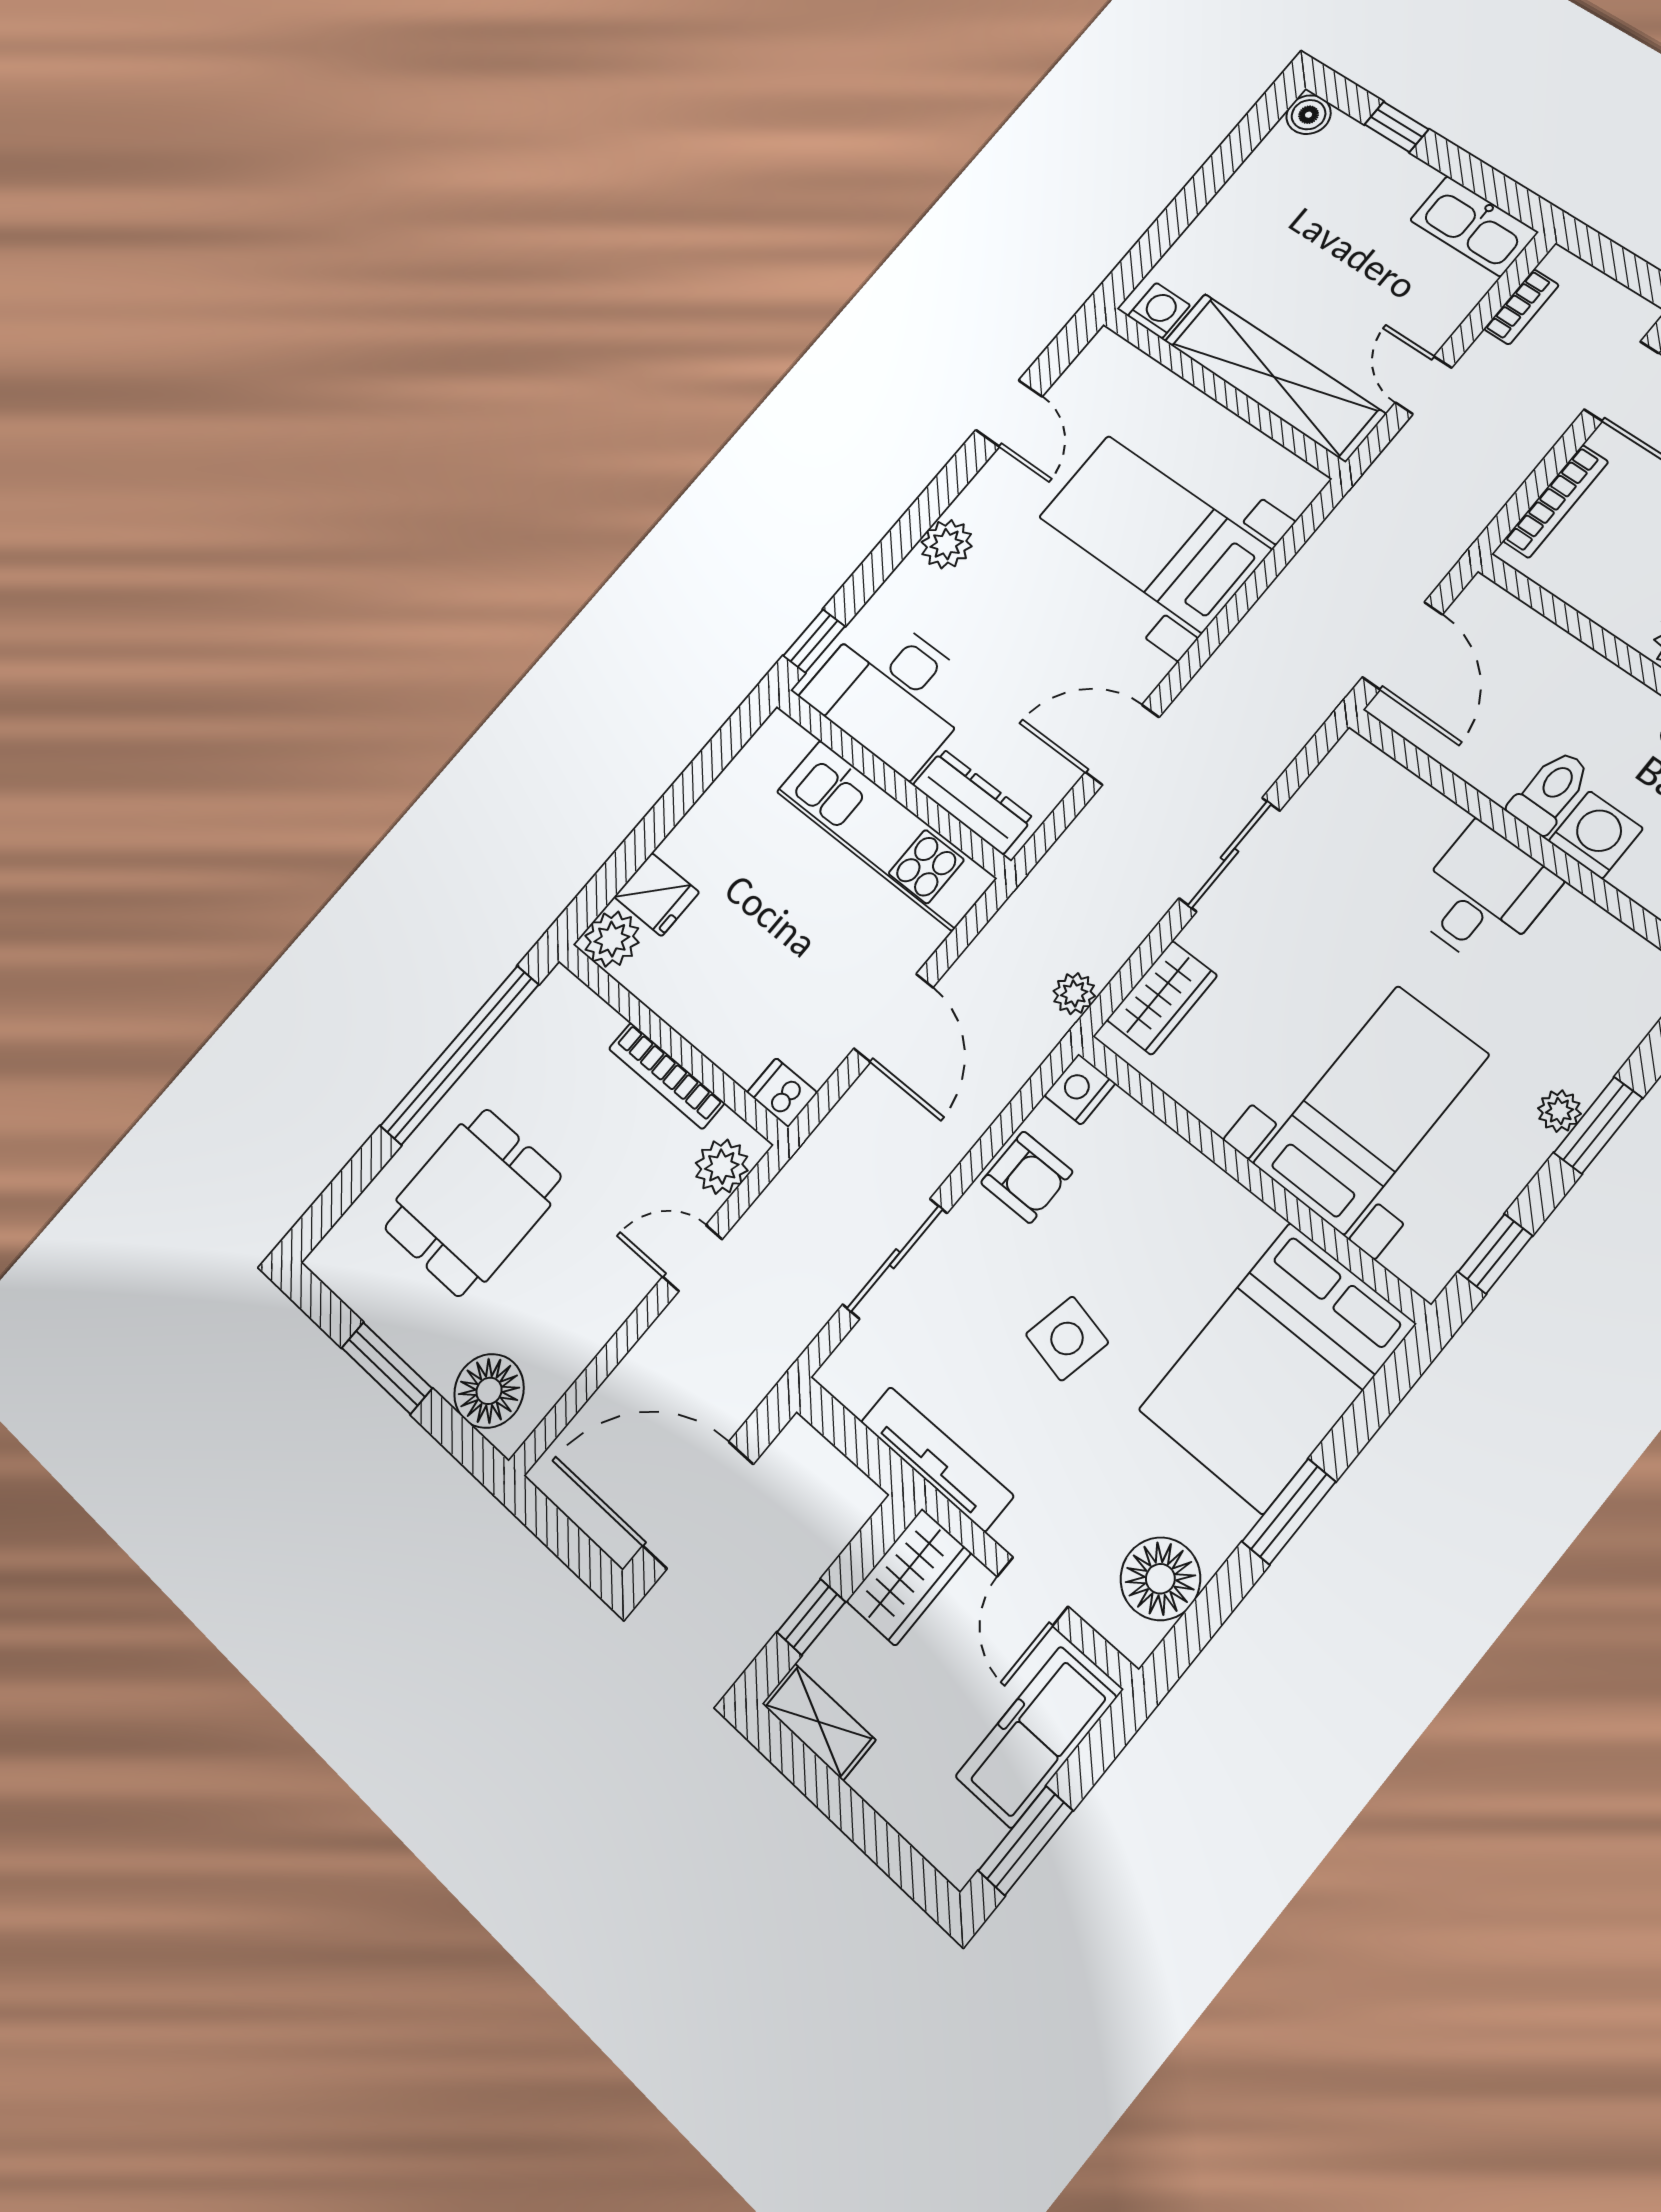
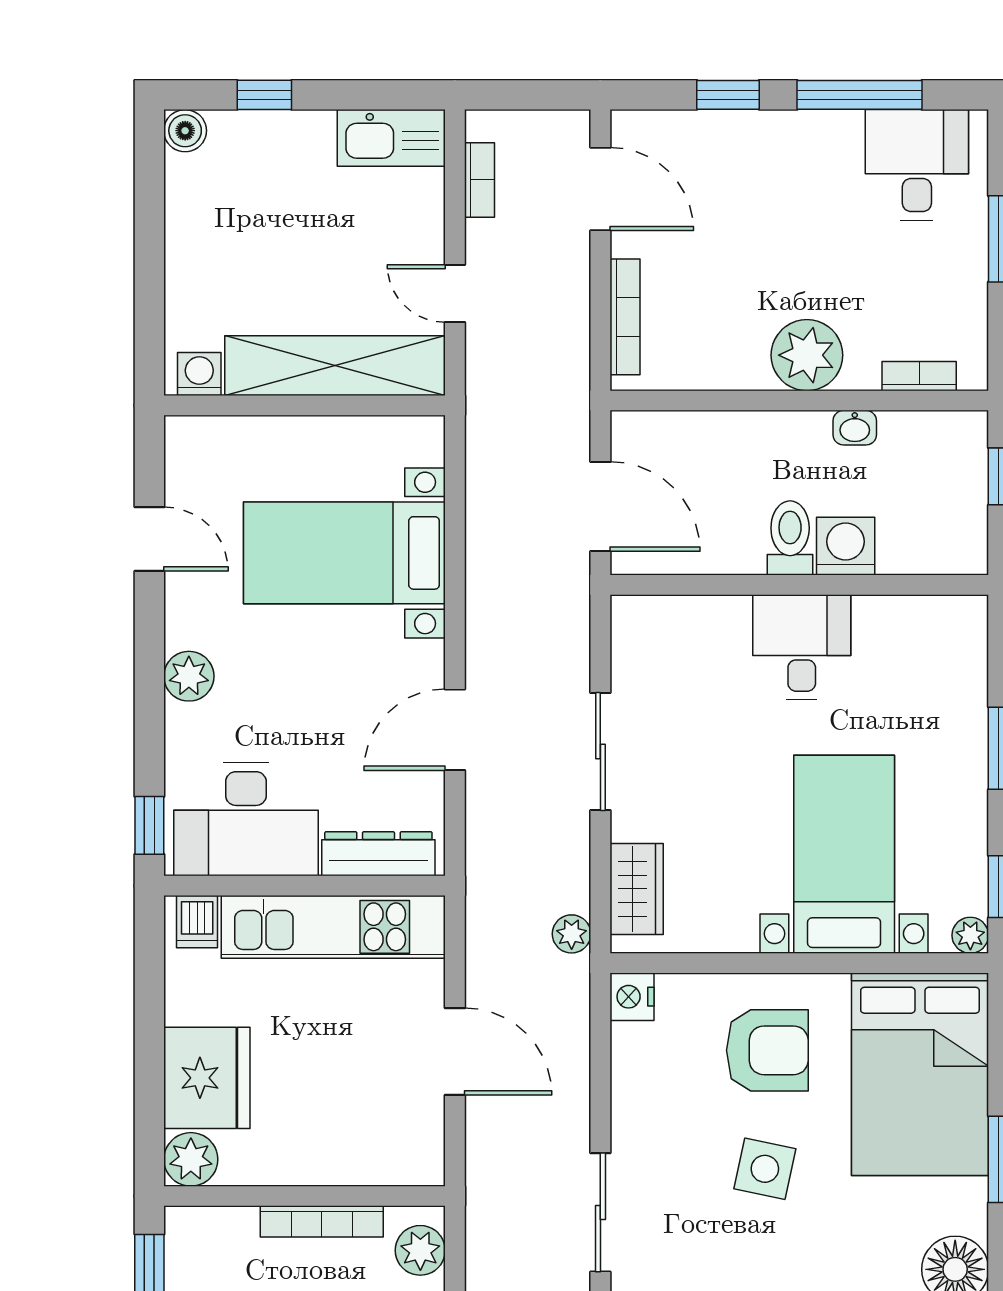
fridge: (657, 894) -> (207, 1078), width x1.88, depth x1.34
dishwasher: (782, 1093) -> (197, 922), moved, turned -90
plant: (1559, 1111) -> (970, 935), moved
armchair: (1027, 1177) -> (767, 1050), moved, width x1.38, depth x1.38

